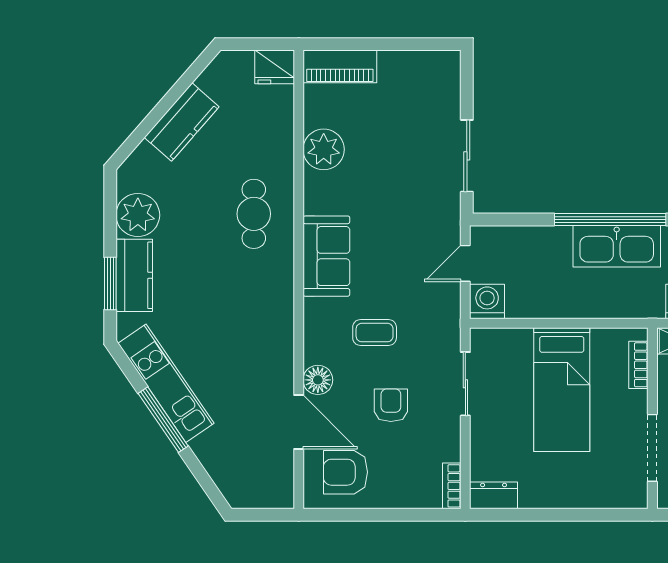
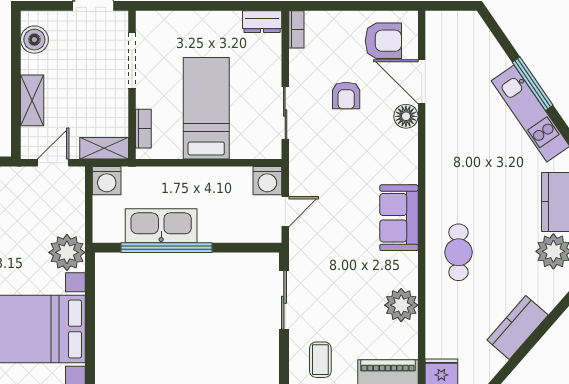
coffee table: (375, 333) -> (320, 360), moved, turned 90

